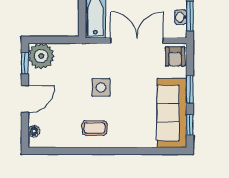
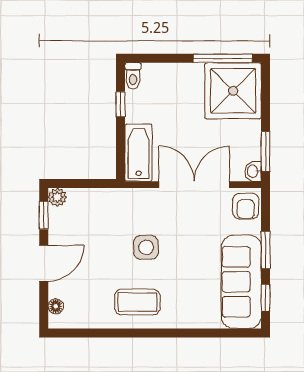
washbasin: (181, 17) -> (253, 171), moved
plant: (41, 56) -> (57, 197), width x0.53, depth x0.53
coffee table: (95, 128) -> (137, 302), width x1.36, depth x1.30

